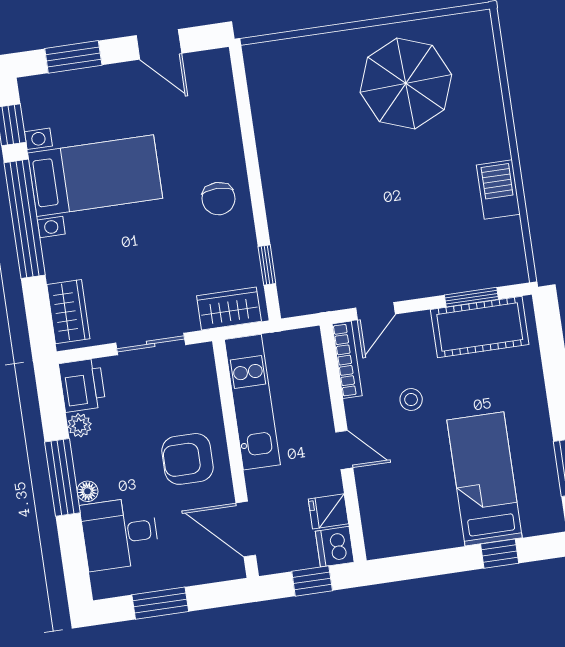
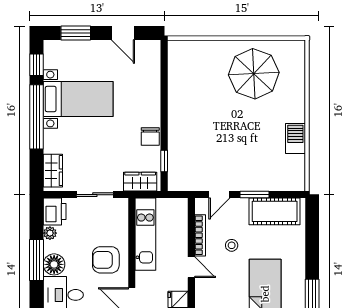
chair: (219, 199) -> (150, 136), moved
window: (471, 297) -> (254, 195), moved
bookcase: (347, 360) -> (200, 235), moved
floor lamp: (87, 491) -> (54, 264), width x1.89, depth x1.89

